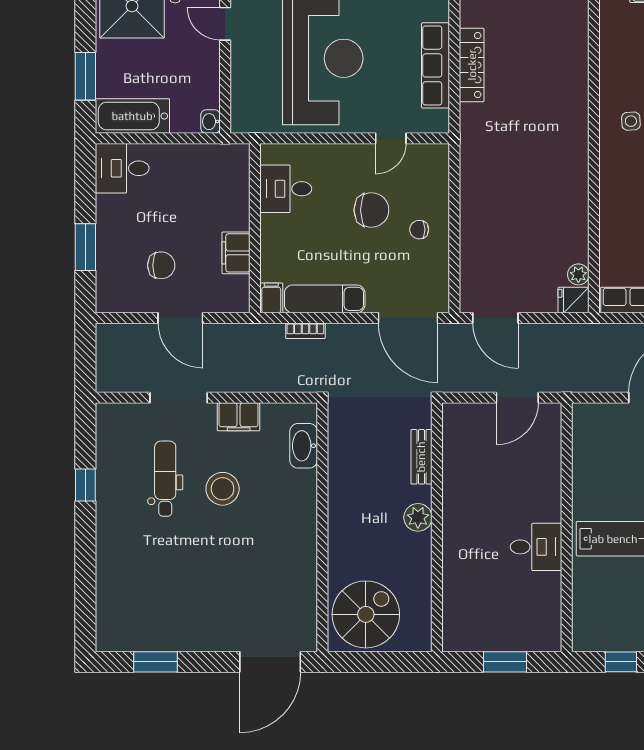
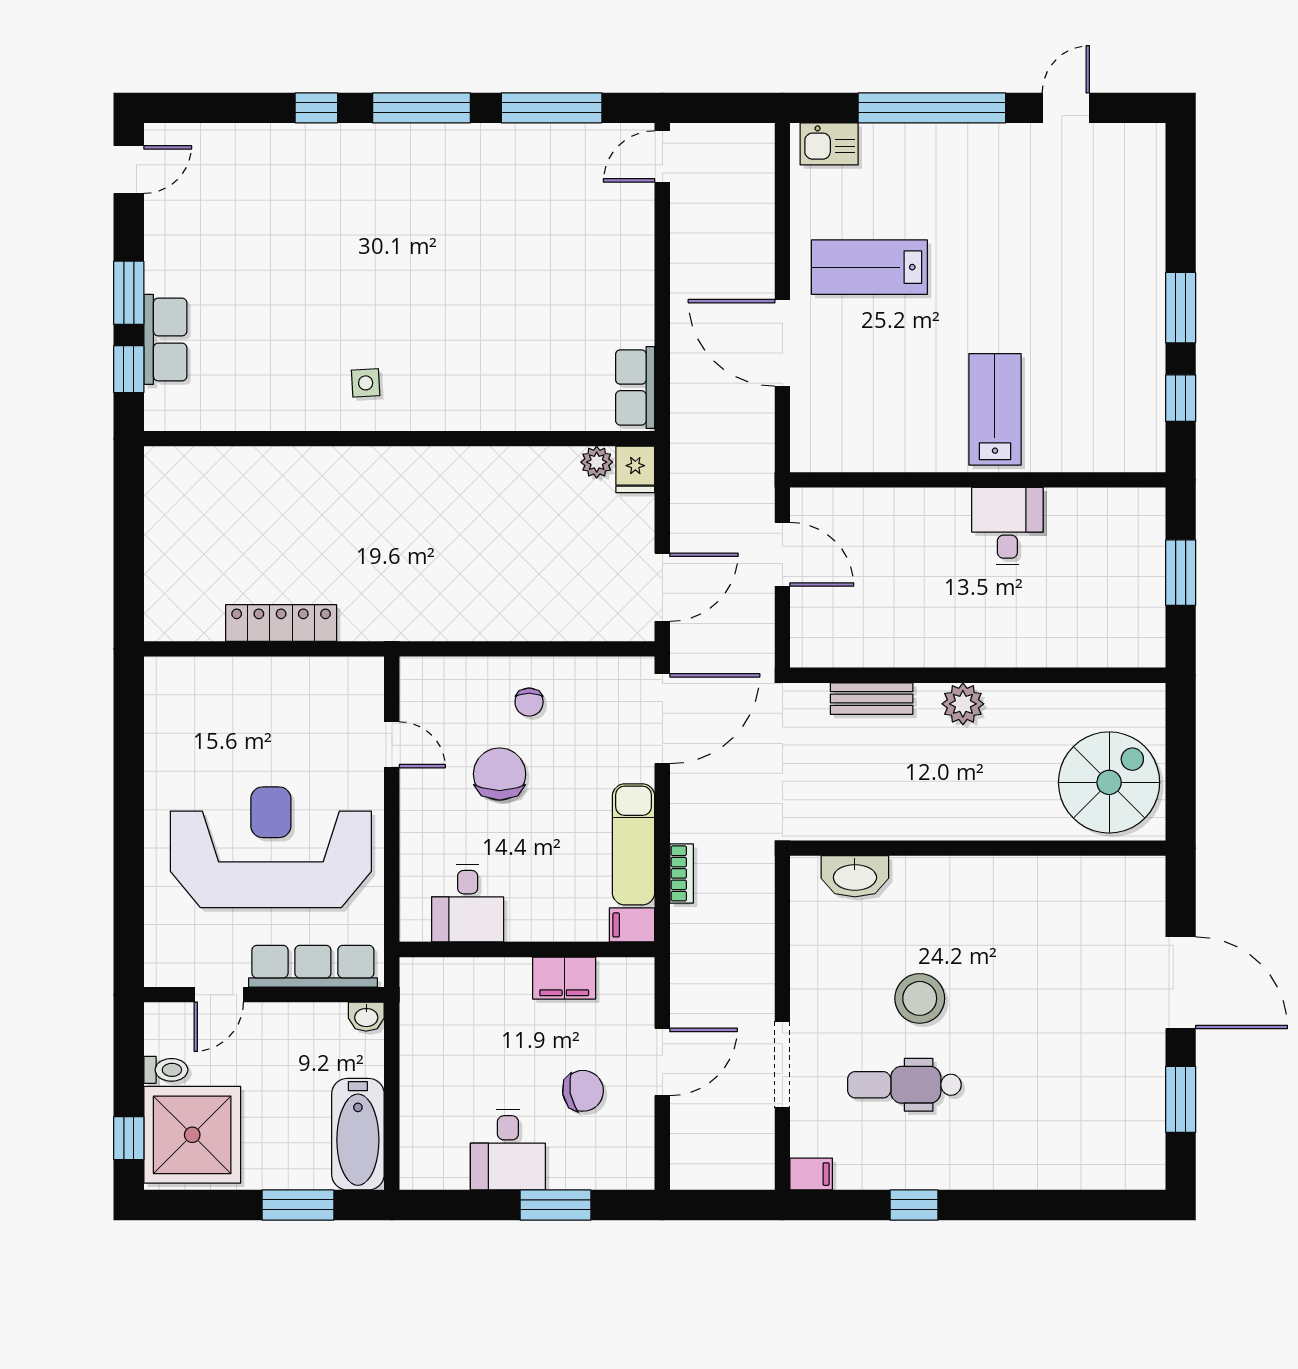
row of seats: (436, 65) -> (313, 966), moved, turned 180
desk: (122, 168) -> (508, 1150), moved
chair: (161, 265) -> (583, 1091), turned 80
filing cabinet: (239, 417) -> (811, 1174), moved, width x0.50
spiral stairs: (366, 614) -> (1109, 782), turned 90
door: (270, 662) -> (1181, 983), moved

